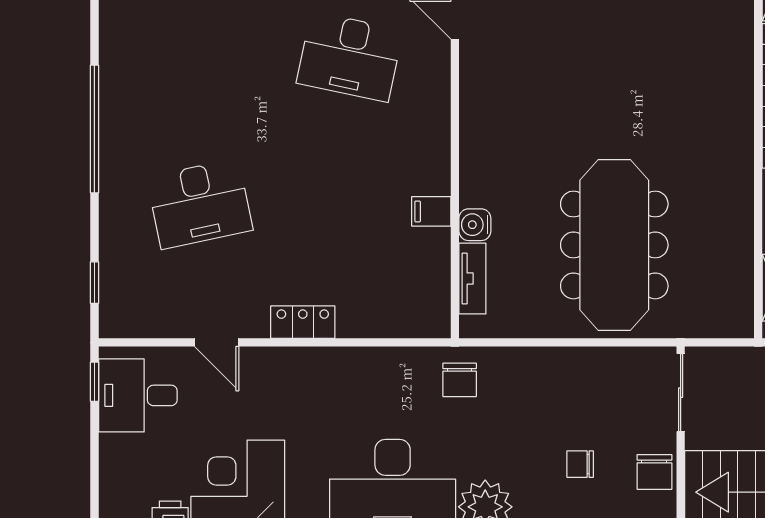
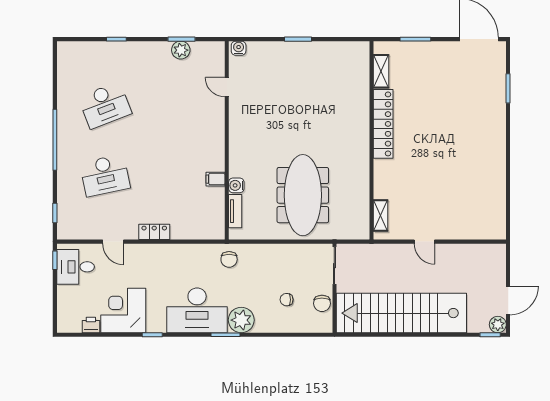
desk: (350, 57) -> (105, 105), moved, turned -33

